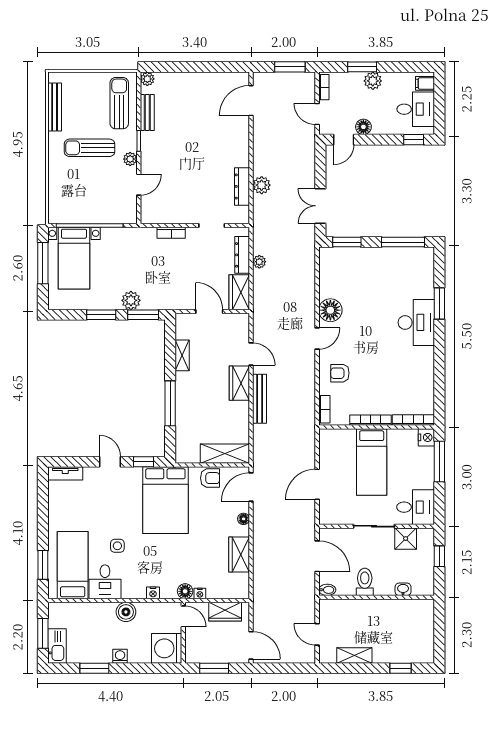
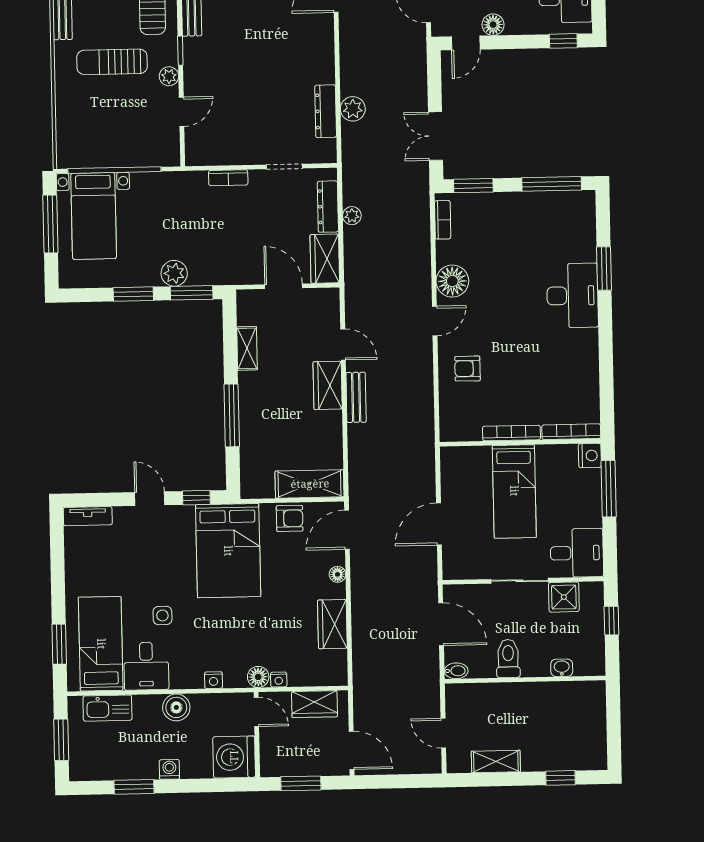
bench: (260, 399) -> (356, 397), width x0.73
bookcase: (324, 409) -> (443, 220), moved
kitchen sink: (57, 646) -> (107, 708), moved, turned 90

